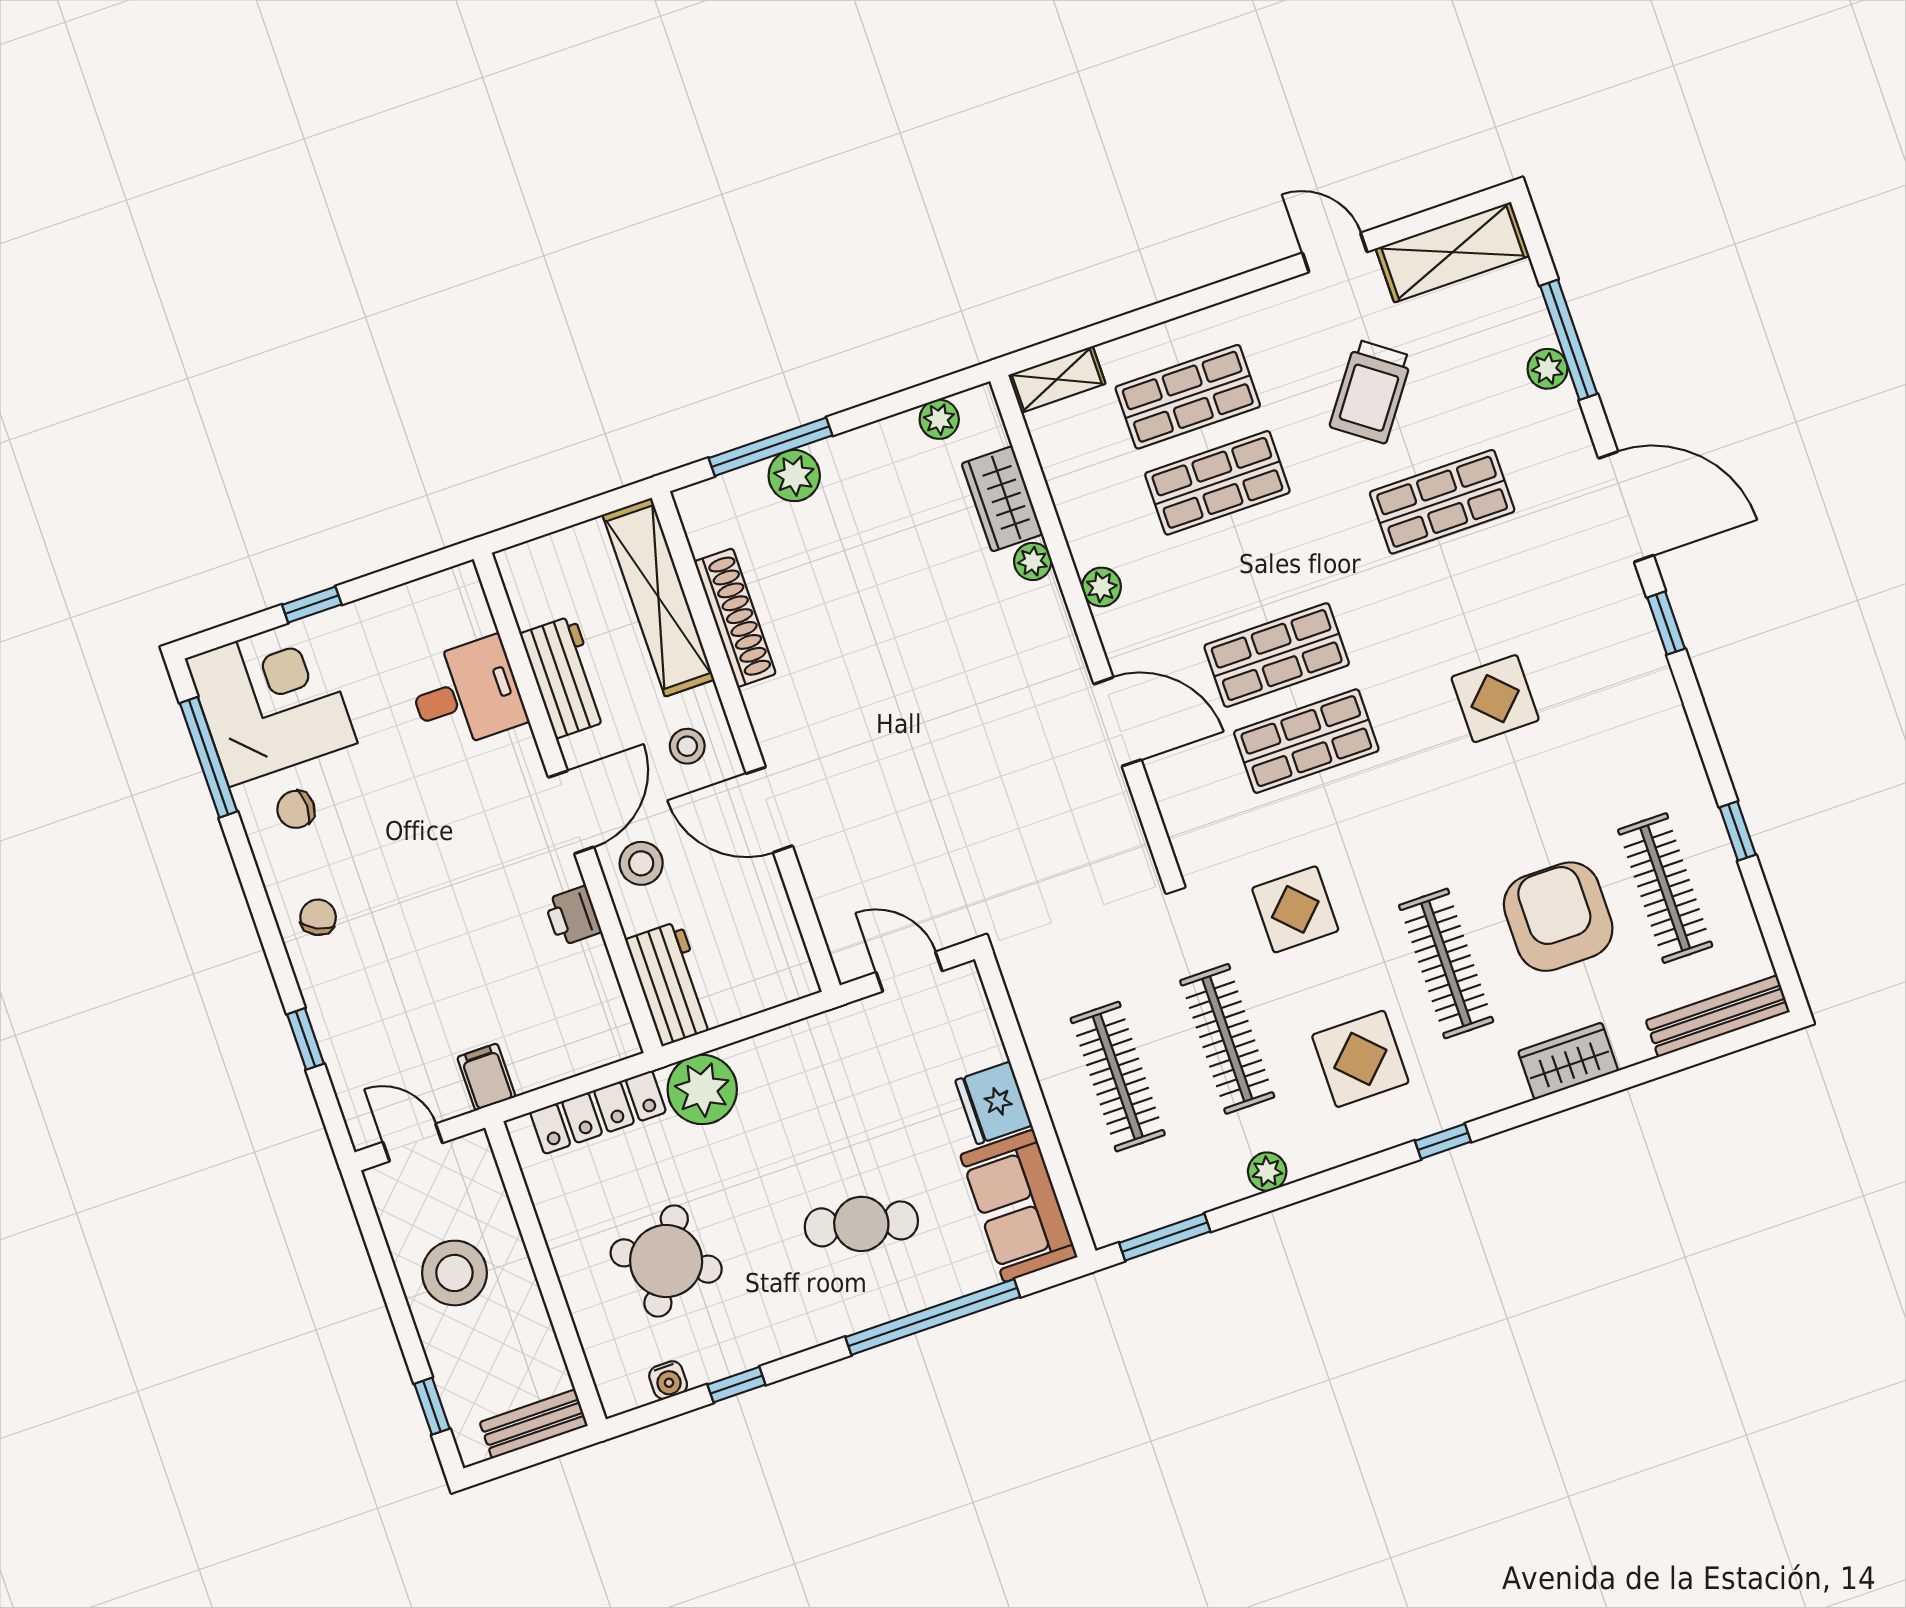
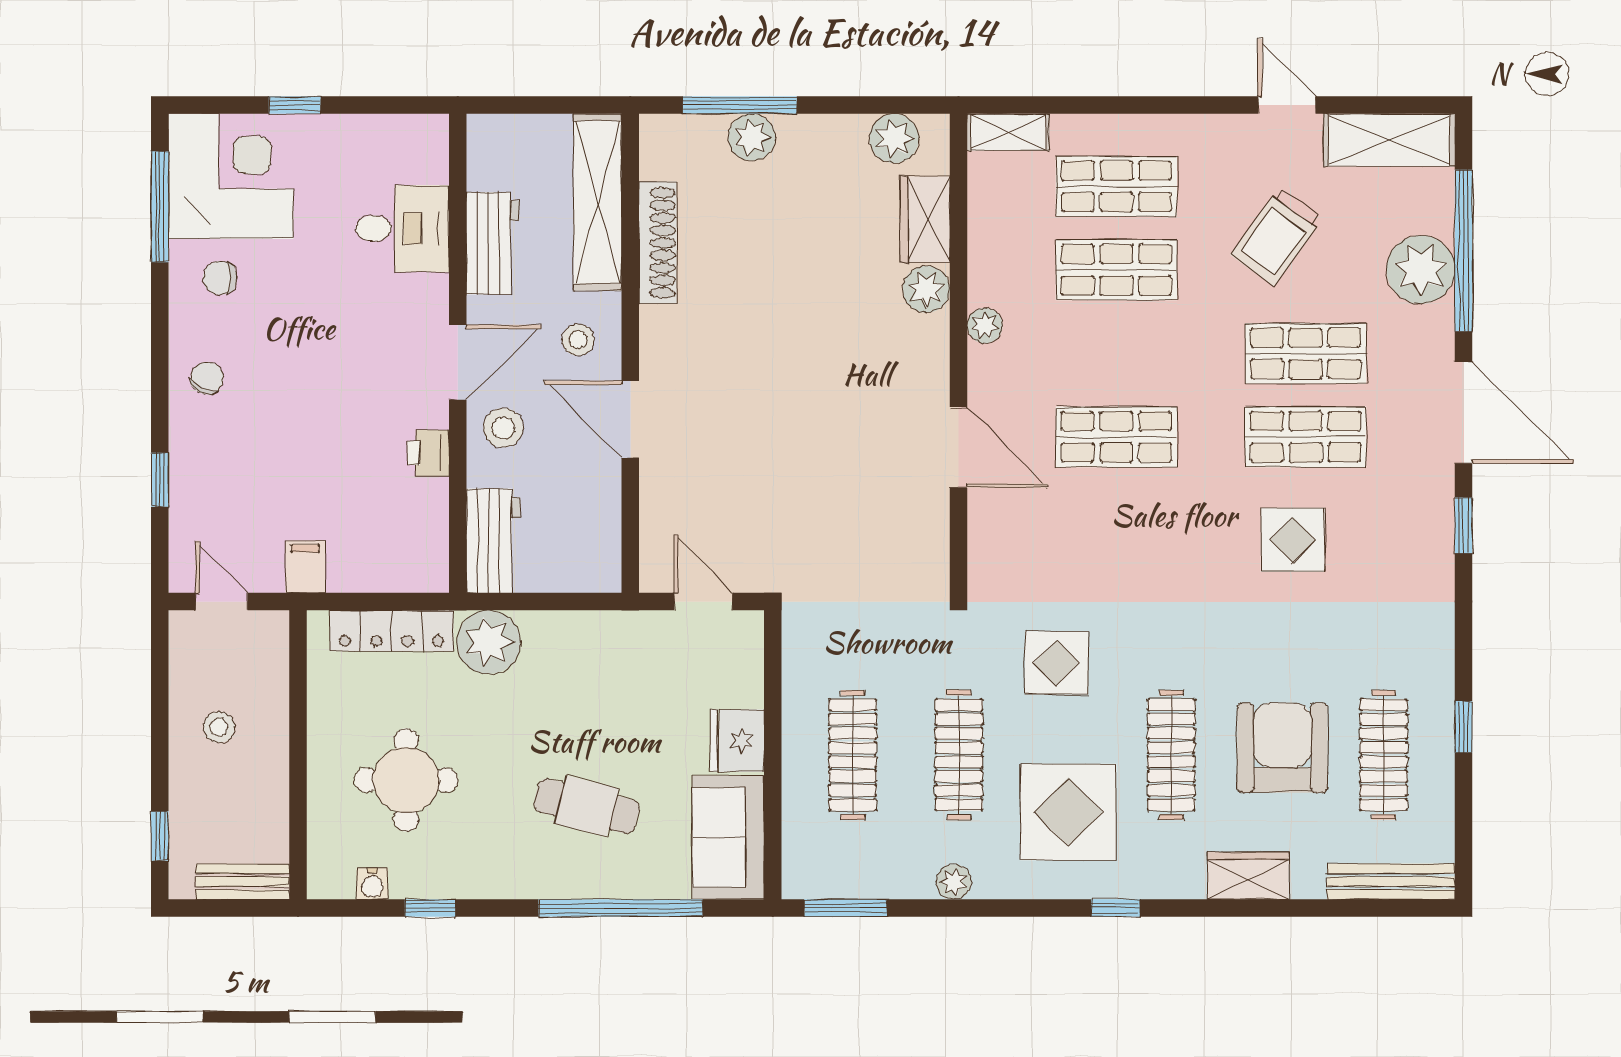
window: (1569, 340) -> (1464, 251), width x1.46
plant: (1547, 369) -> (1421, 270), width x1.88, depth x1.88
plant: (939, 419) -> (894, 138), width x1.38, depth x1.38
plant: (1033, 561) -> (926, 289), width x1.38, depth x1.38
shop shelf: (1306, 741) -> (1306, 437), moved
display table: (1360, 1059) -> (1068, 812), width x1.36, depth x1.36
round table: (666, 1261) -> (406, 780), turned -30
stool: (454, 1273) -> (219, 727), width x0.53, depth x0.53

